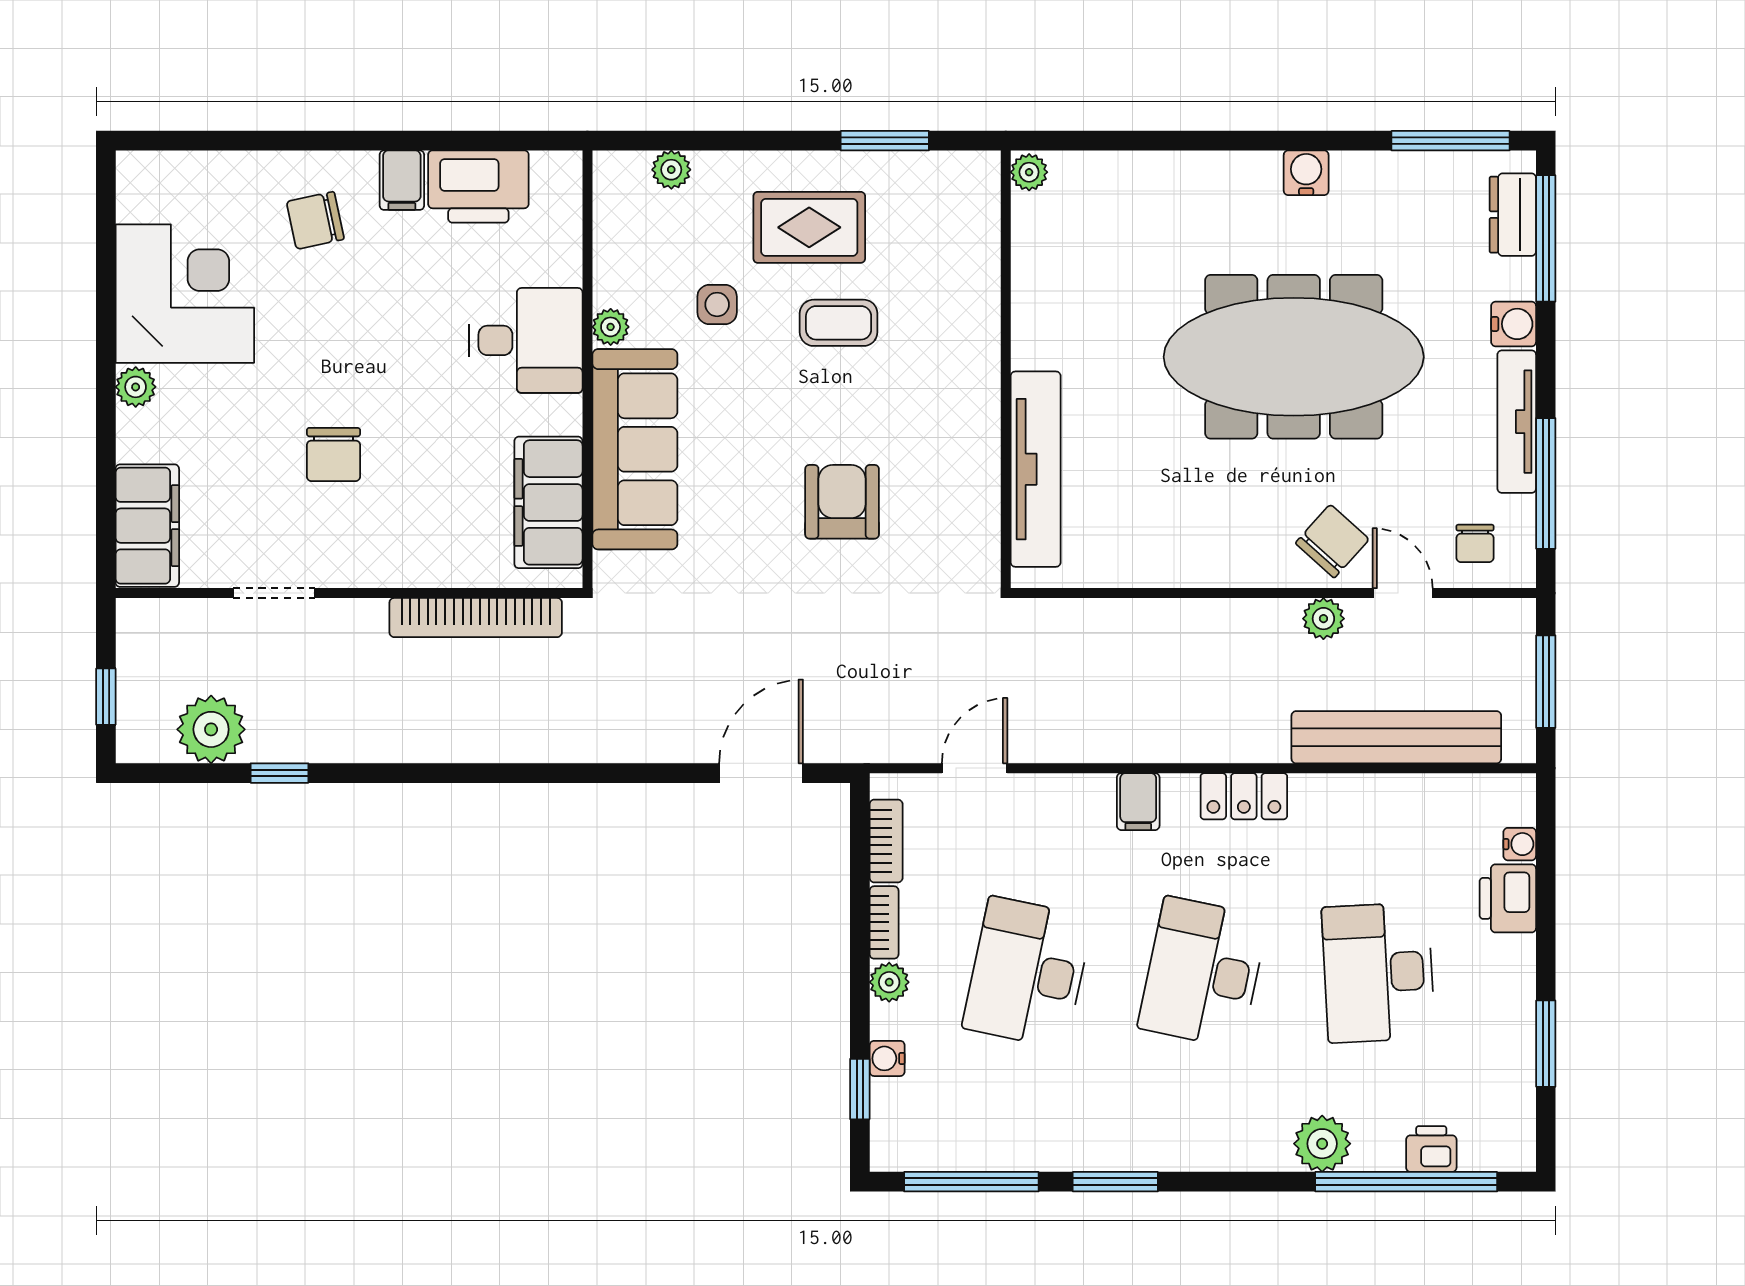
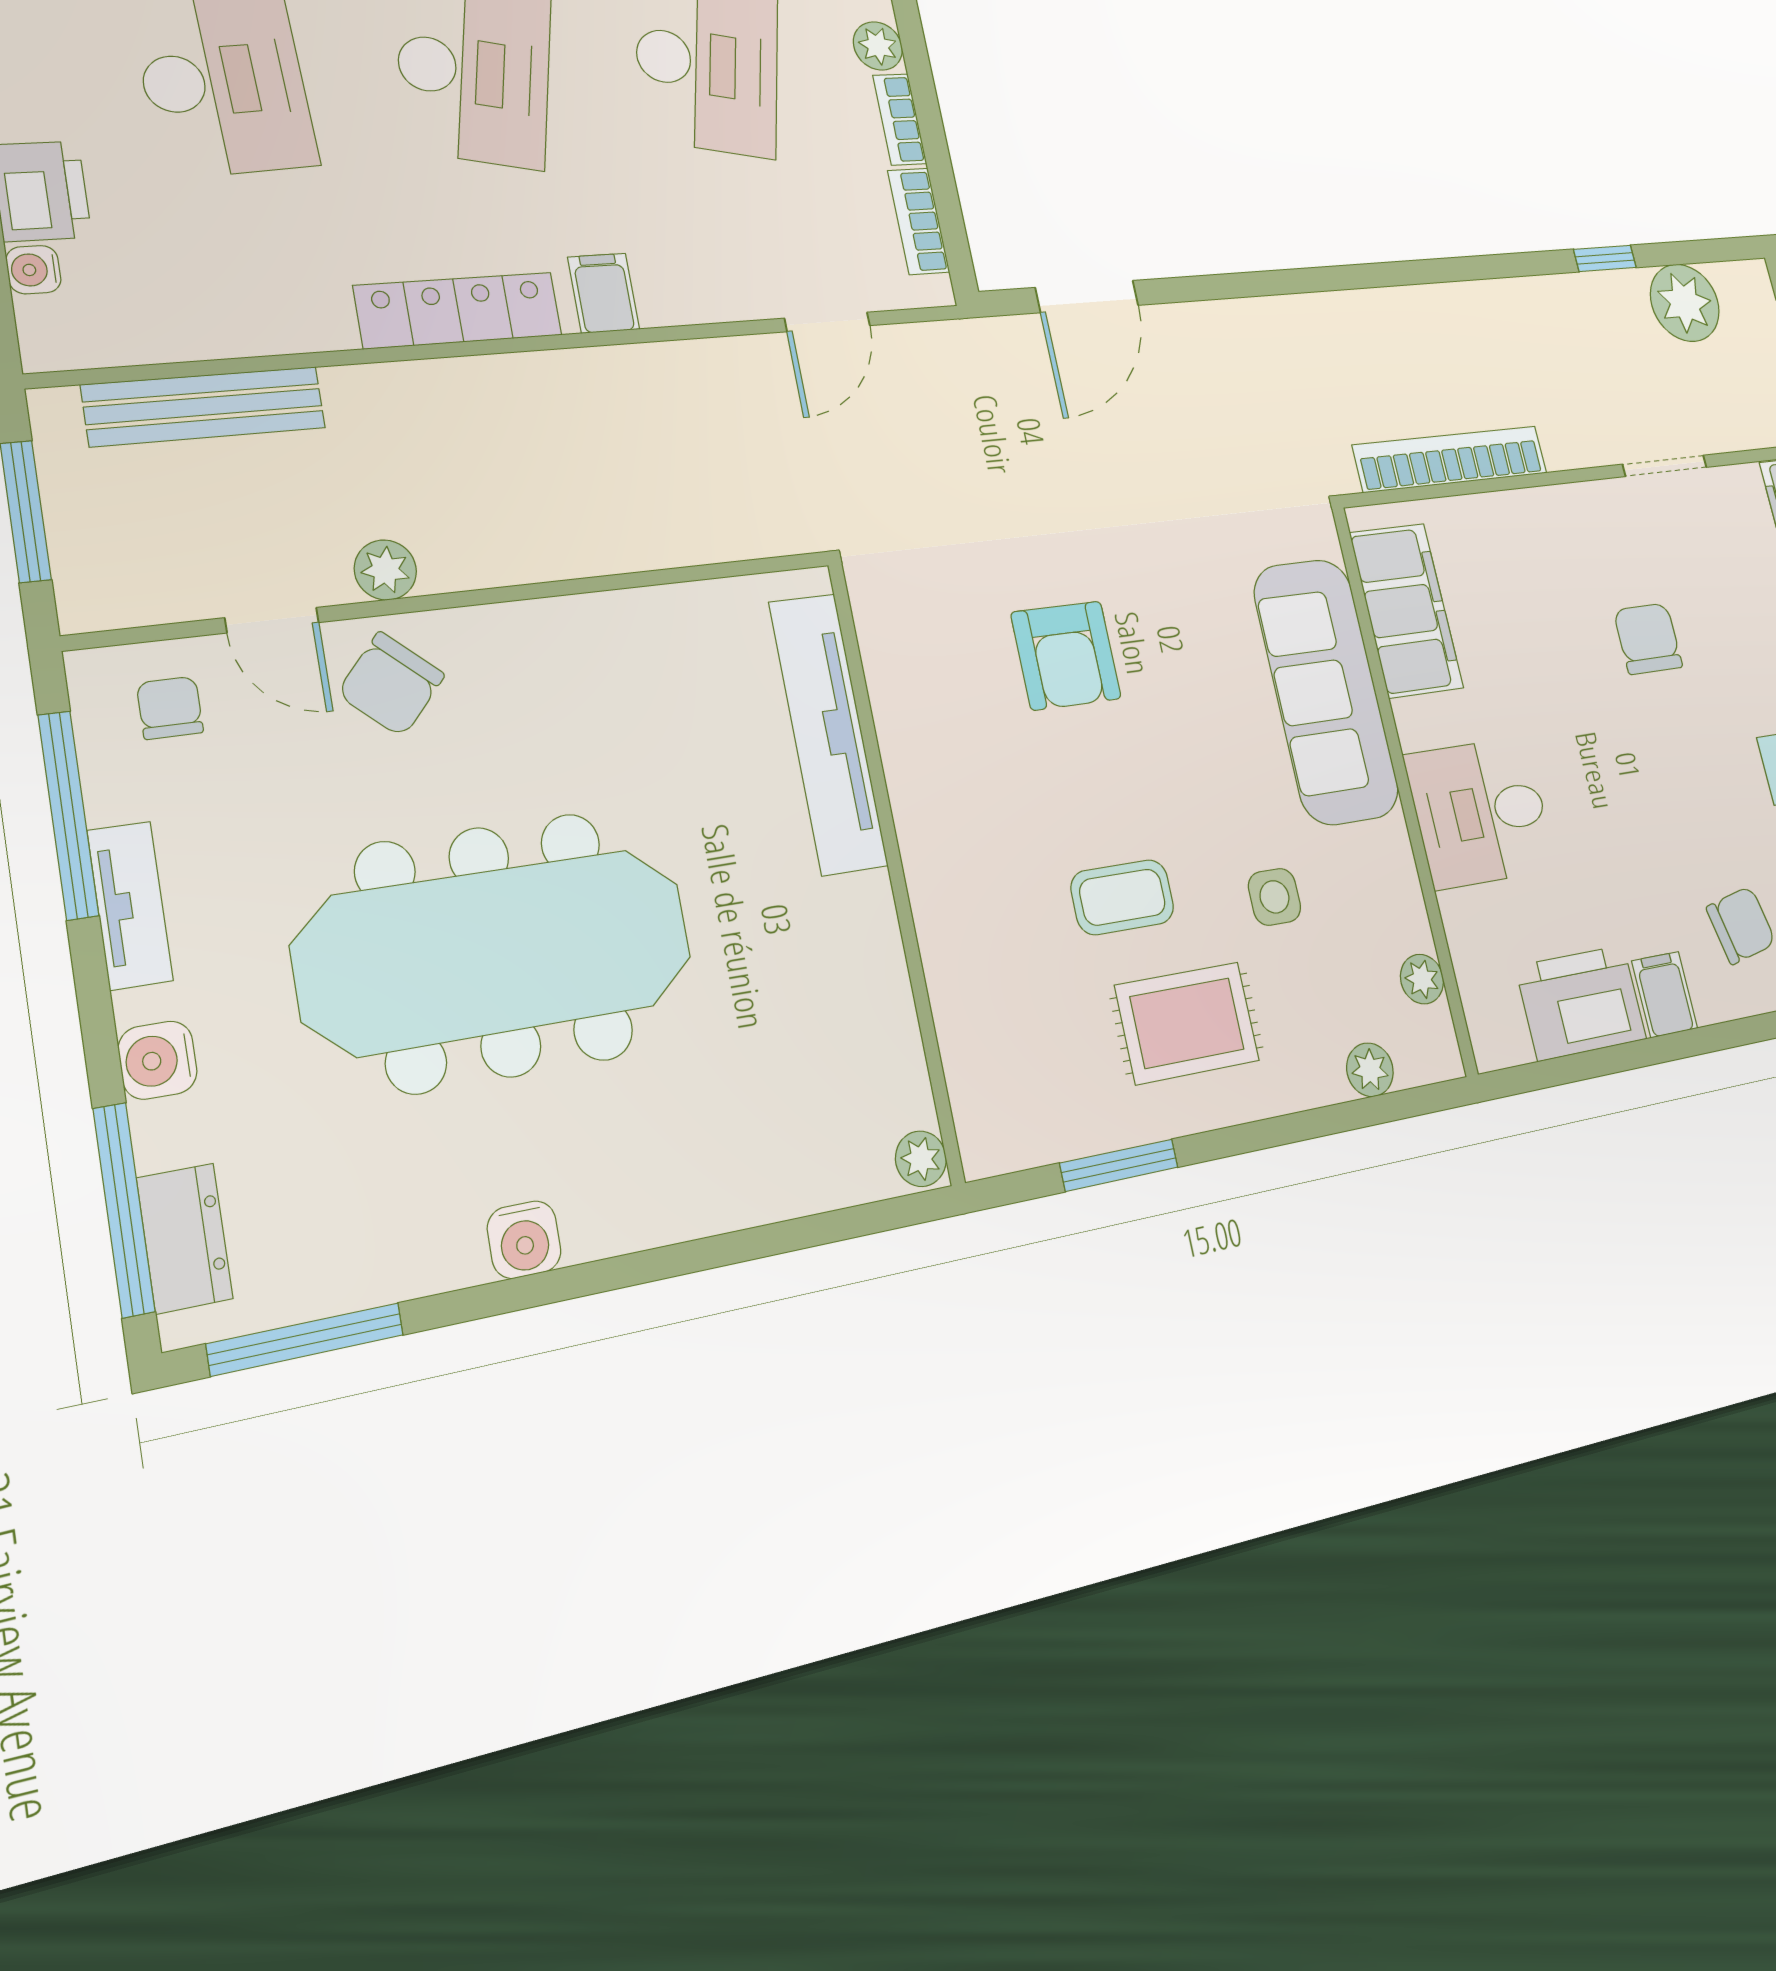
plant: (611, 327) -> (1422, 979), moved
tv unit: (1517, 422) -> (130, 905), width x0.71
bench: (1396, 737) -> (204, 406), width x0.73, depth x0.82
locker: (1244, 796) -> (458, 310), width x1.53

